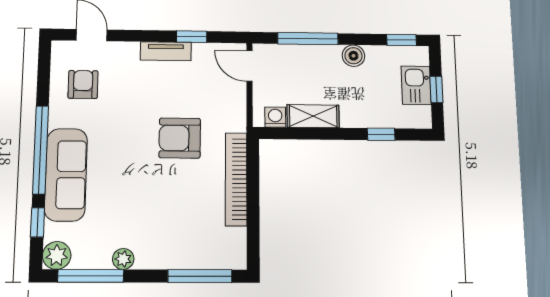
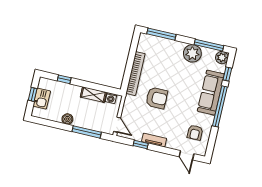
window: (401, 40) -> (43, 122), removed
plant: (123, 259) -> (192, 53), width x1.87, depth x1.87

